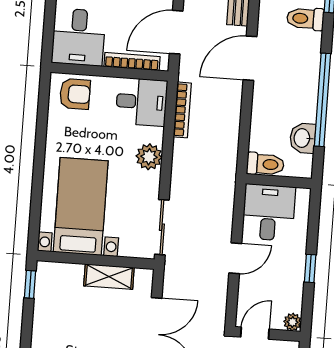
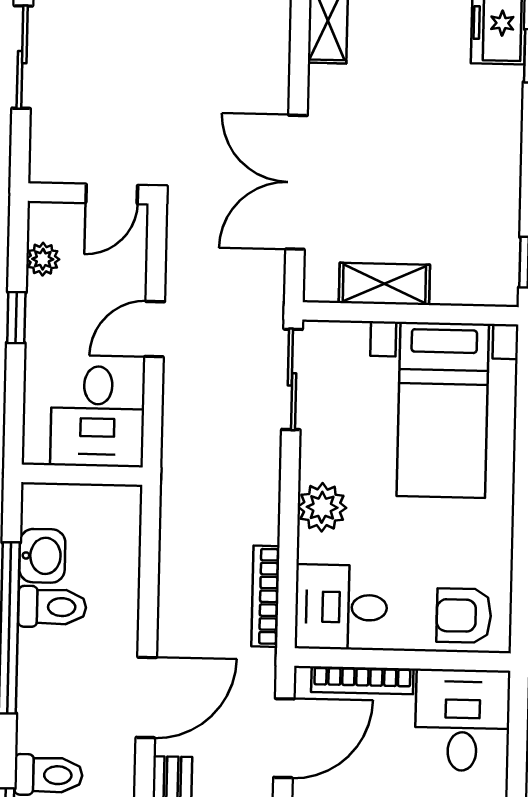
toilet: (265, 164) -> (52, 607), moved, turned 180
plant: (292, 322) -> (43, 259), moved

